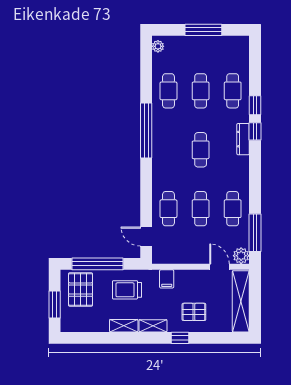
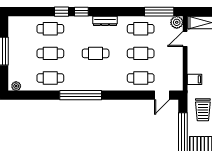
dresser: (243, 139) -> (105, 21), moved

